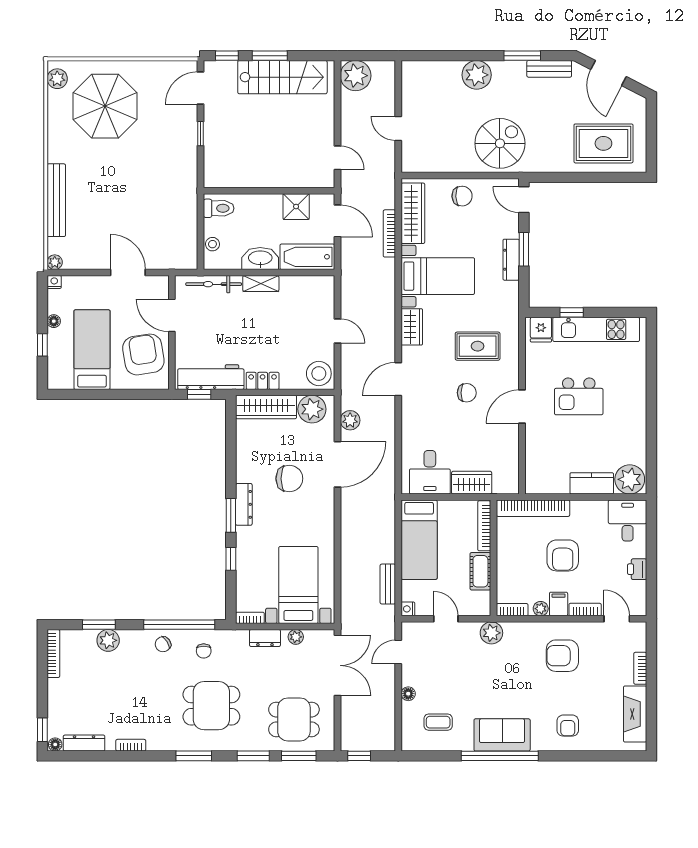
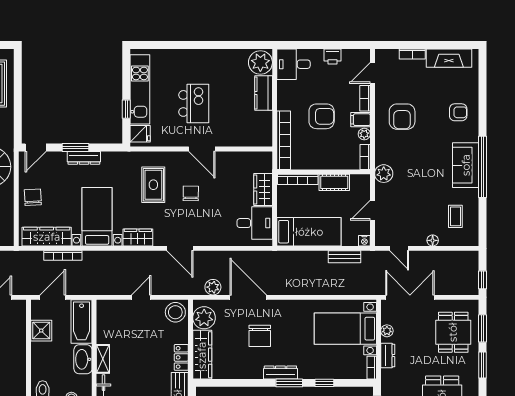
chair: (289, 479) -> (260, 336), turned 180

